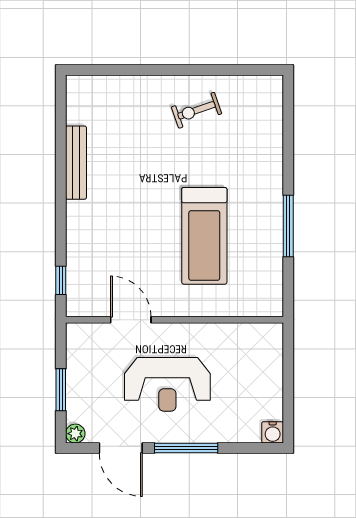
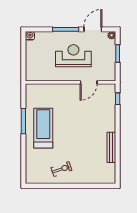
treadmill: (204, 236) -> (43, 128), moved
door: (131, 320) -> (89, 82), hinge flipped
door: (121, 448) -> (93, 29), hinge flipped

